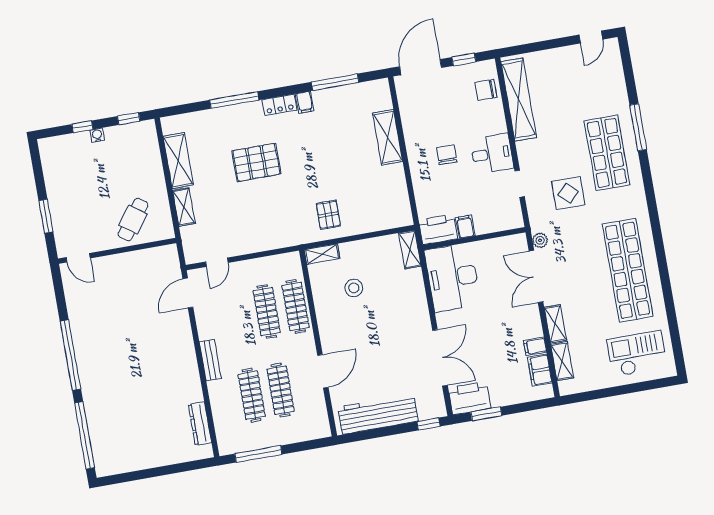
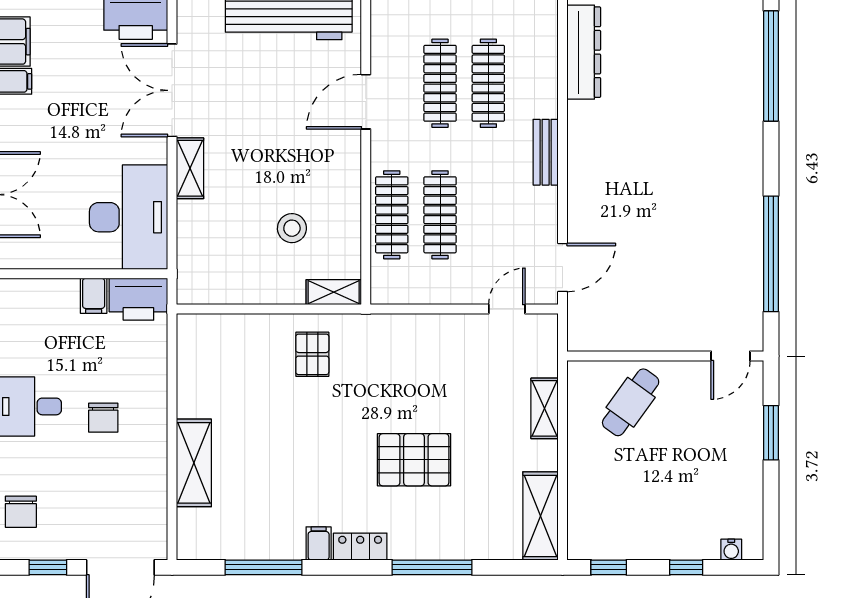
chair: (486, 90) -> (21, 512), turned 90
water cooler: (97, 135) -> (731, 550), moved
shelving: (178, 161) -> (540, 516), moved
shelving: (410, 250) -> (190, 168), moved
door: (78, 258) -> (730, 356), swing flipped
window: (70, 355) -> (771, 254), moved
dresser: (200, 424) -> (584, 52), width x1.37, depth x1.24

